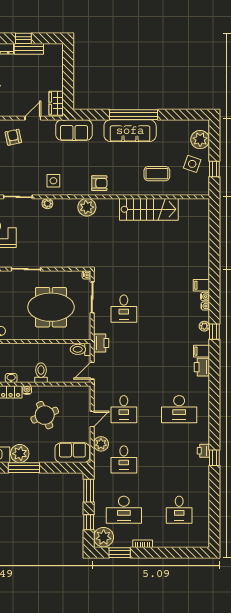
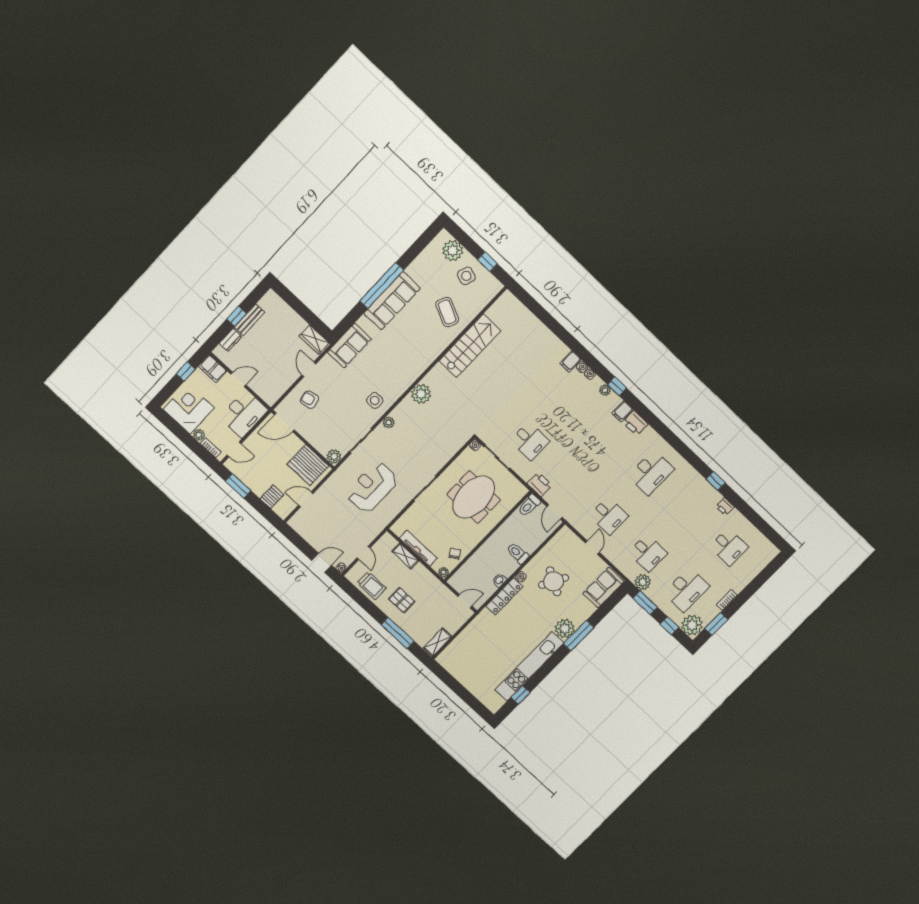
coffee table: (157, 174) -> (447, 312), turned -65
armchair: (99, 183) -> (411, 366), removed
round table: (45, 415) -> (554, 581), turned -38
plant: (101, 444) -> (643, 582), moved
printer: (203, 451) -> (725, 507), moved

